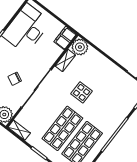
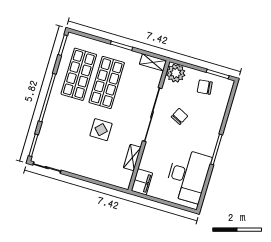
plant: (80, 47) -> (122, 178), removed

